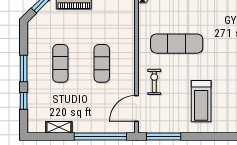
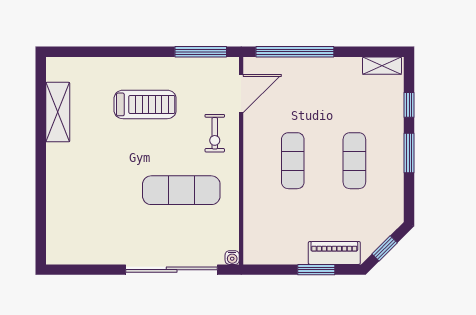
treadmill: (201, 101) -> (145, 104), turned 90
shelving: (59, 127) -> (382, 66), moved

